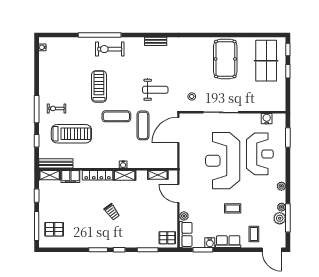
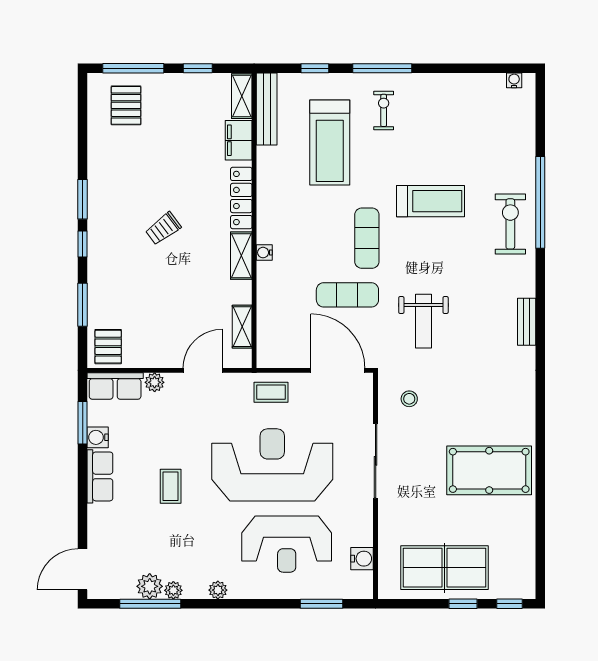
table tennis table: (266, 61) -> (445, 568), moved
coffee table: (254, 234) -> (271, 392), moved

